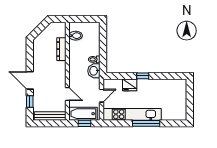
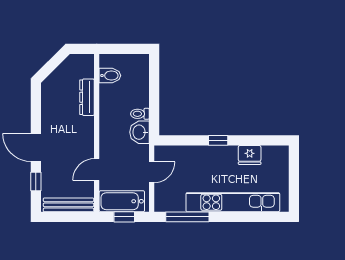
fridge: (130, 85) -> (250, 155), moved
door: (67, 94) -> (97, 170), swing flipped
kitchen unit: (132, 114) -> (233, 202), moved
window: (146, 123) -> (187, 217), moved

